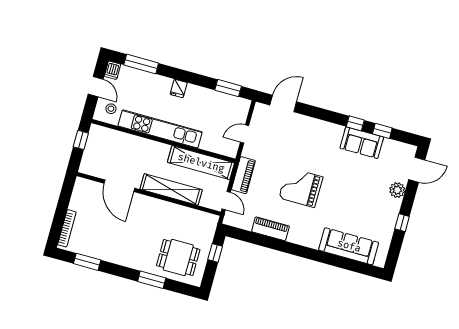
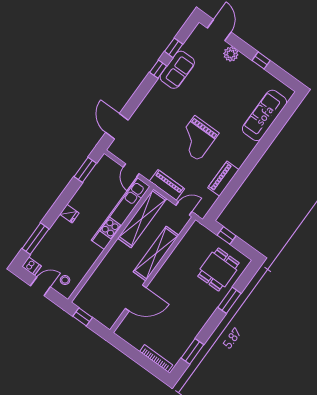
kitchen unit: (160, 129) -> (121, 213), moved

